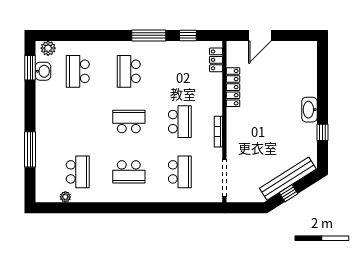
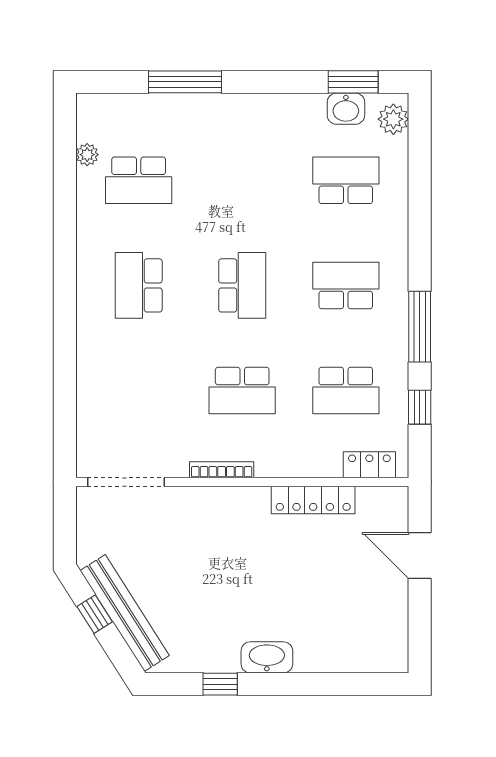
school desk: (180, 172) -> (346, 391), moved

